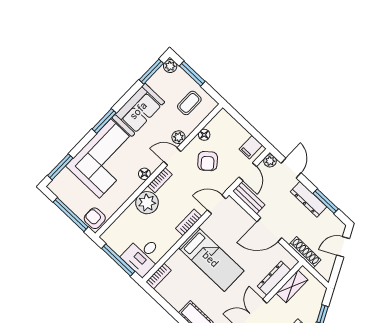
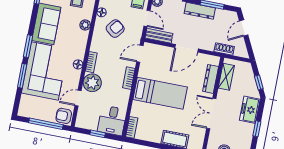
door: (172, 157) -> (78, 98), moved
armchair: (208, 161) -> (115, 29), turned -102
window: (60, 167) -> (22, 76), moved
shoe rack: (305, 252) -> (224, 49), width x0.70
window: (118, 260) -> (98, 134), width x0.46

